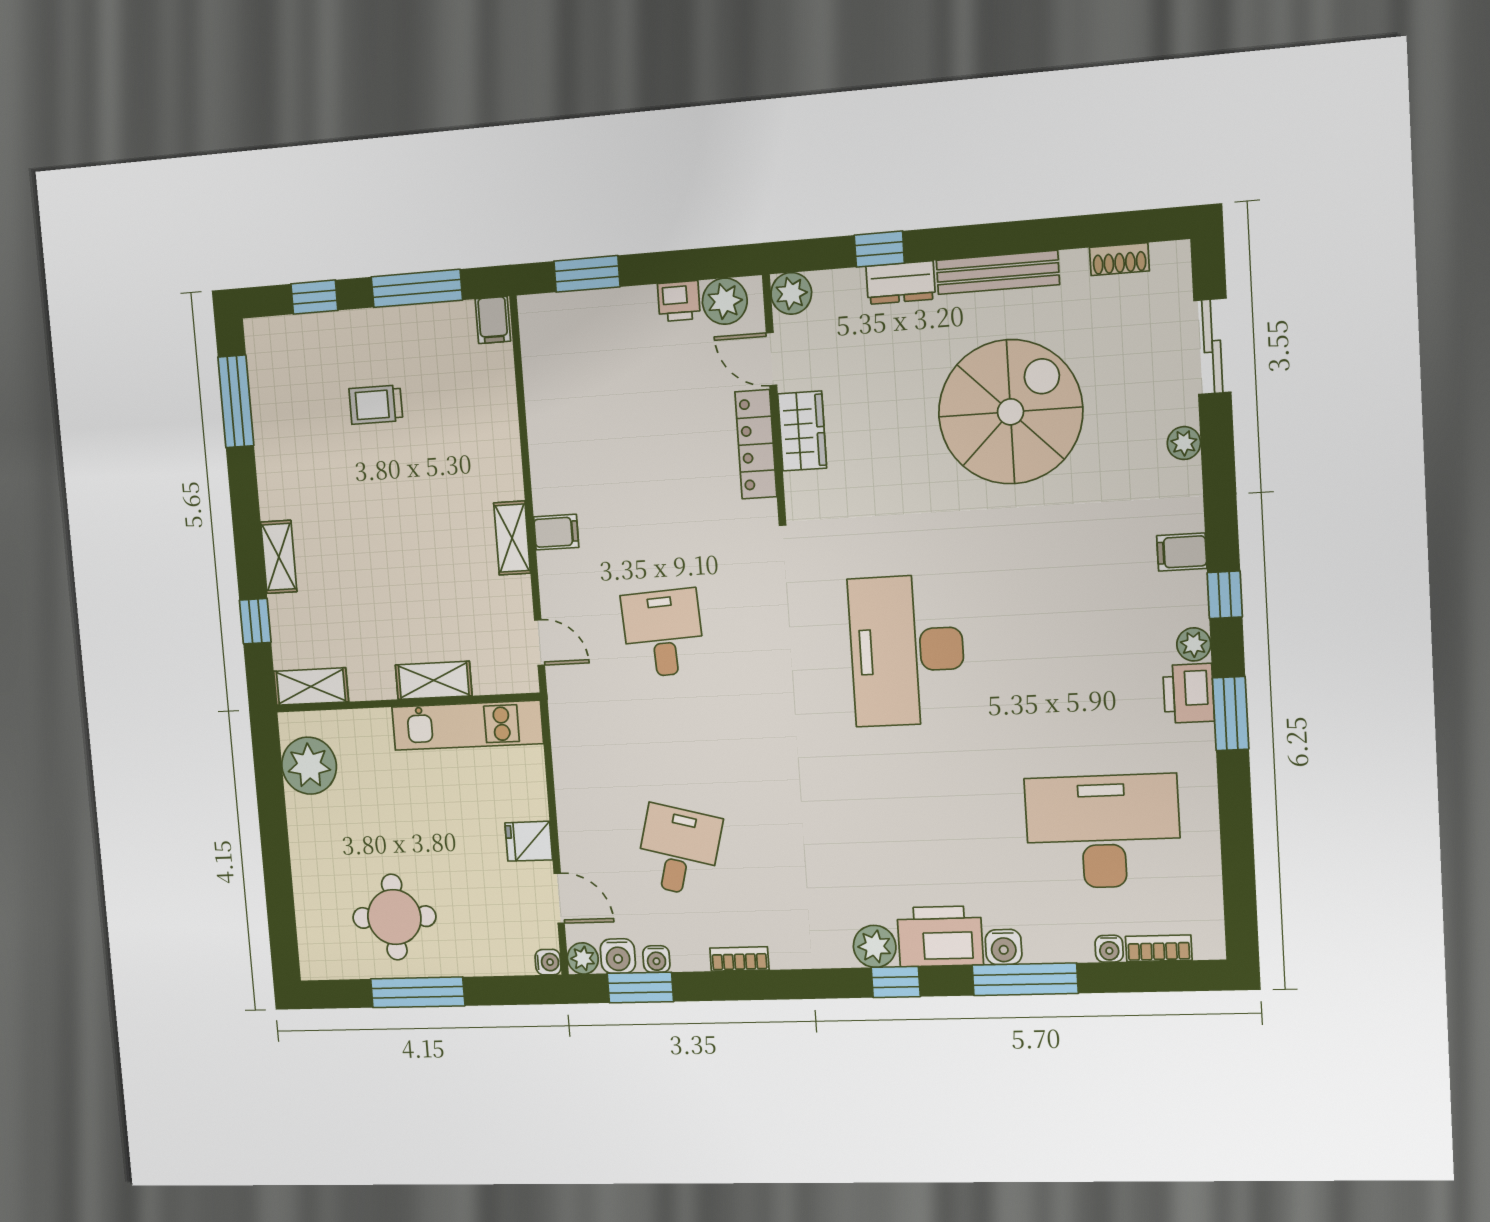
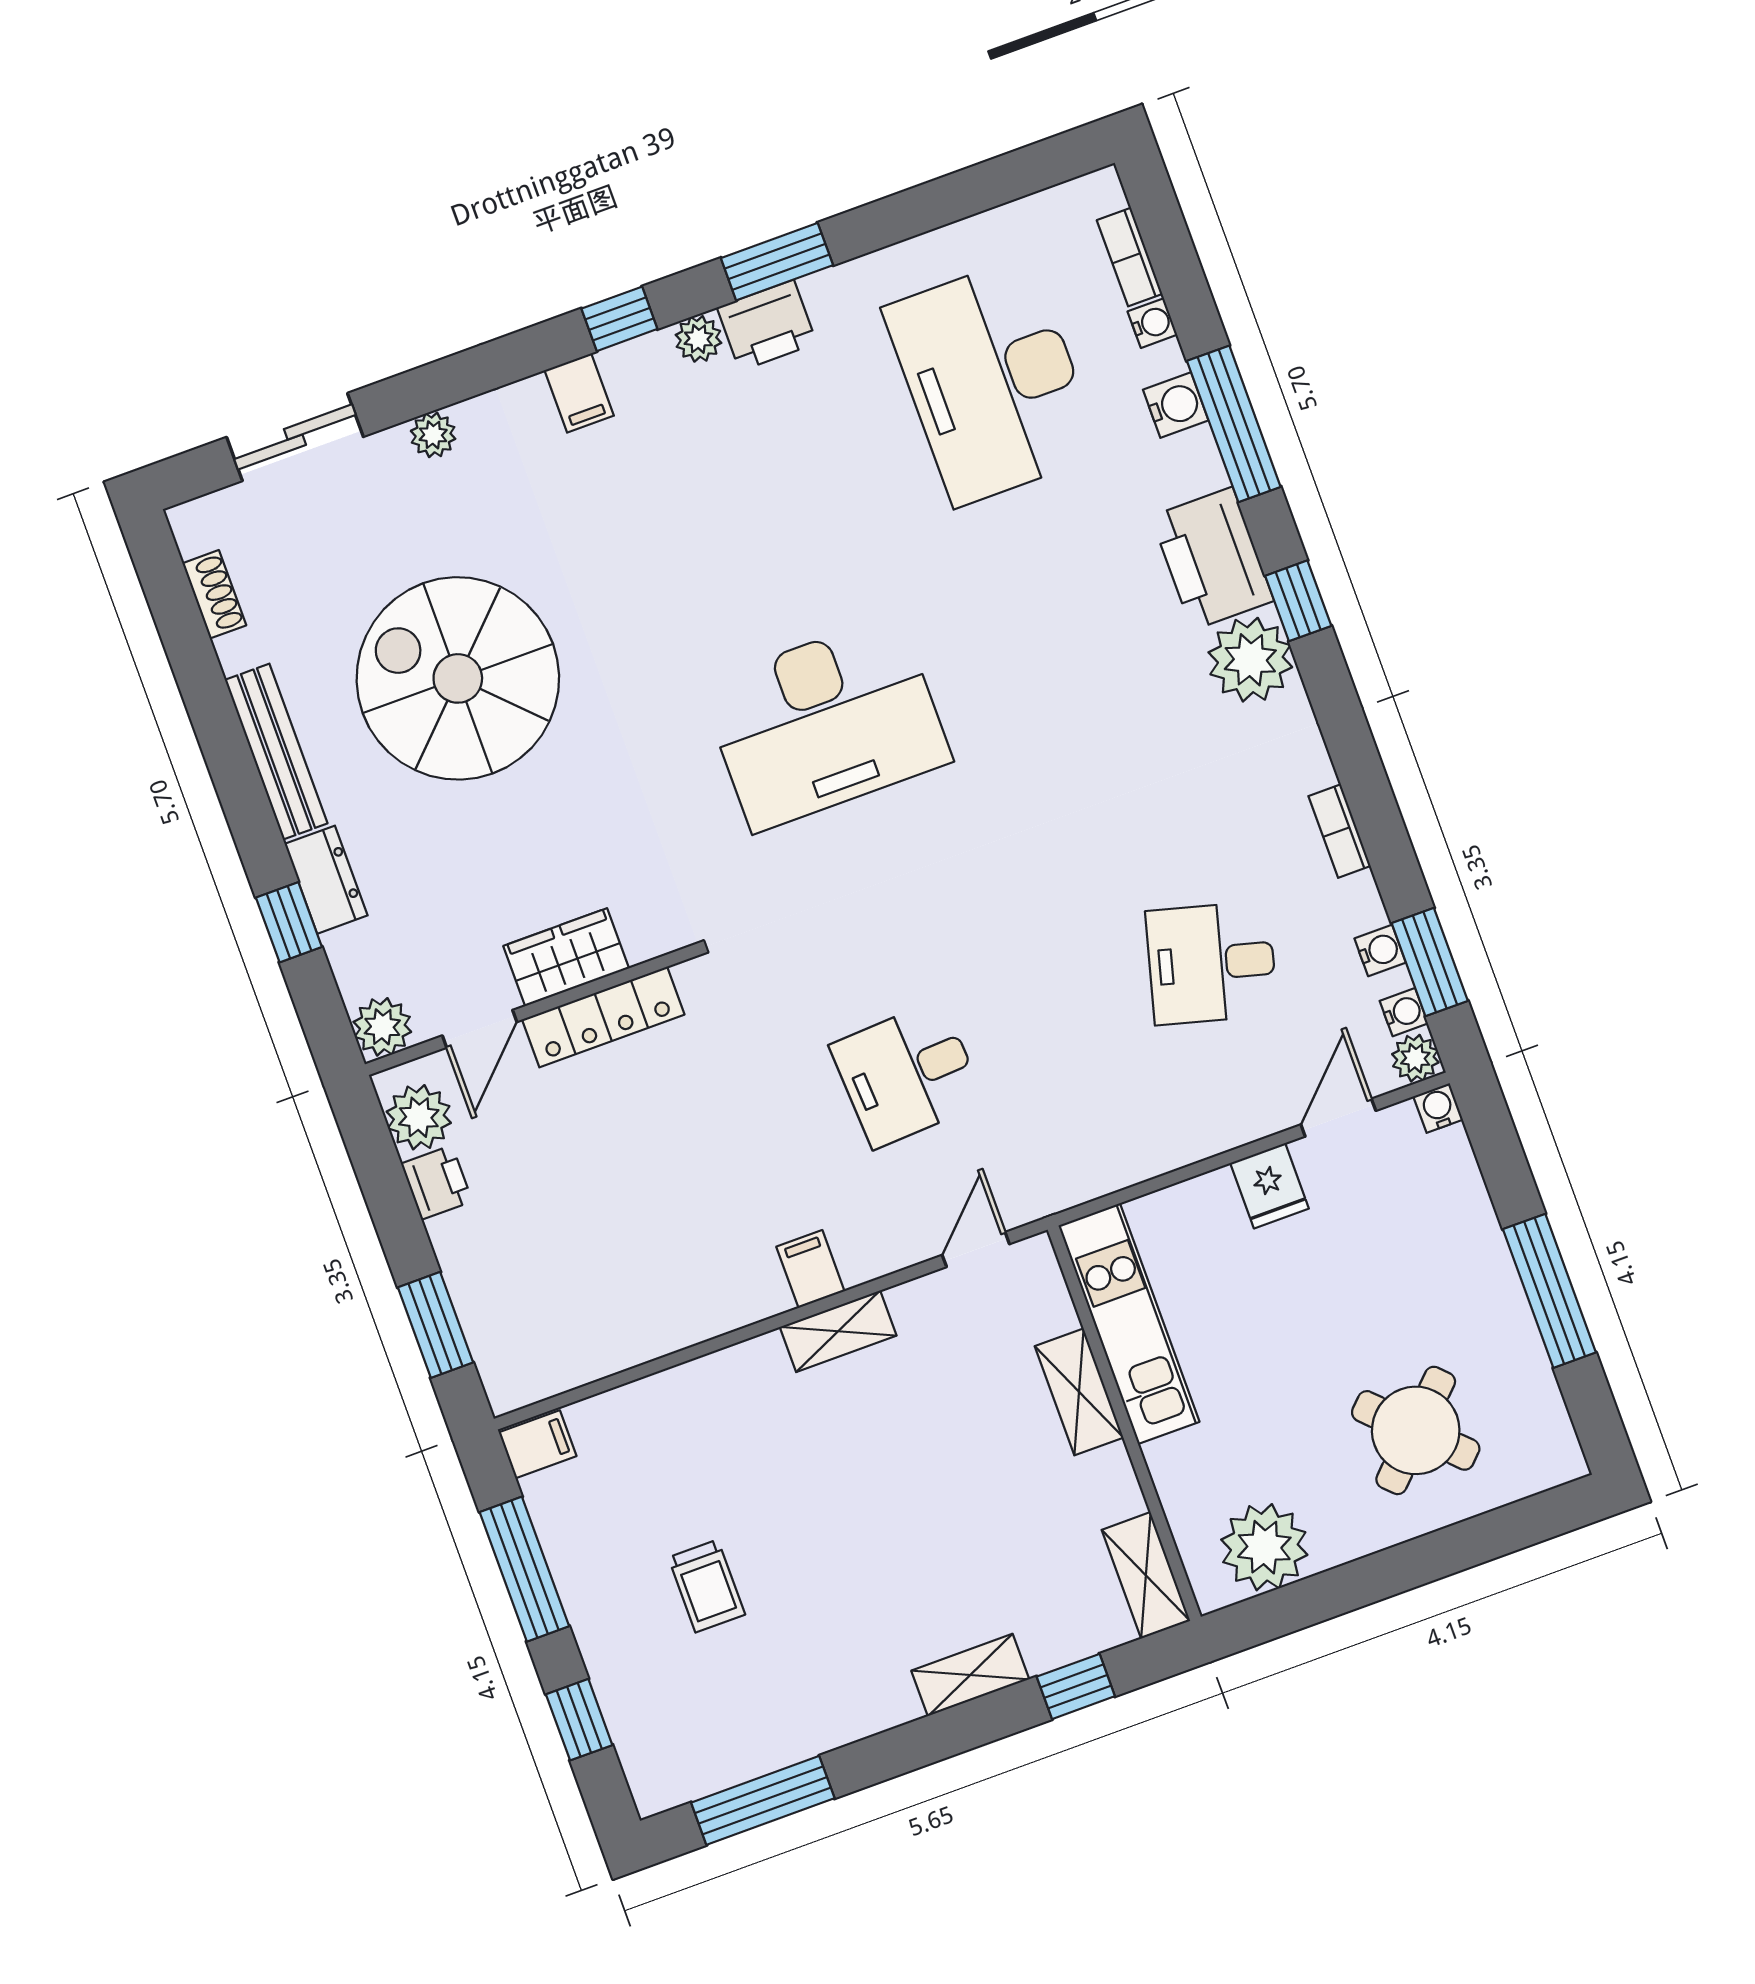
round table: (394, 917) -> (1416, 1430), moved, turned 45
plant: (875, 946) -> (1250, 660), width x1.36, depth x1.36
water cooler: (1004, 947) -> (1176, 405), moved
water cooler: (618, 956) -> (1404, 1012), width x0.72, depth x0.72

